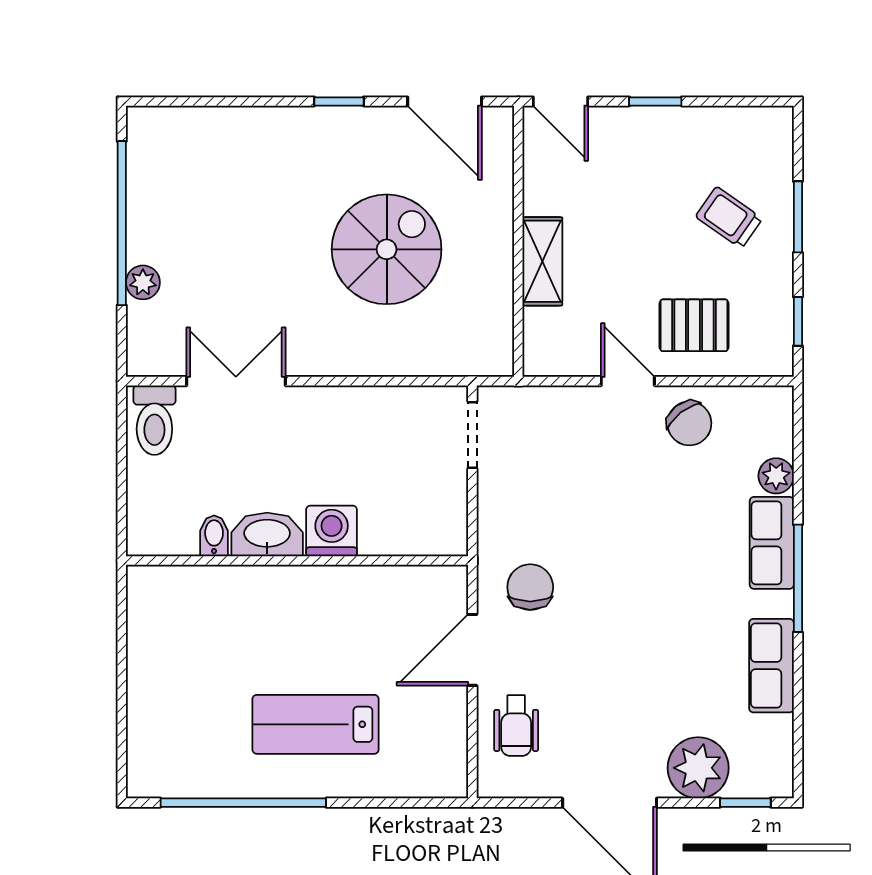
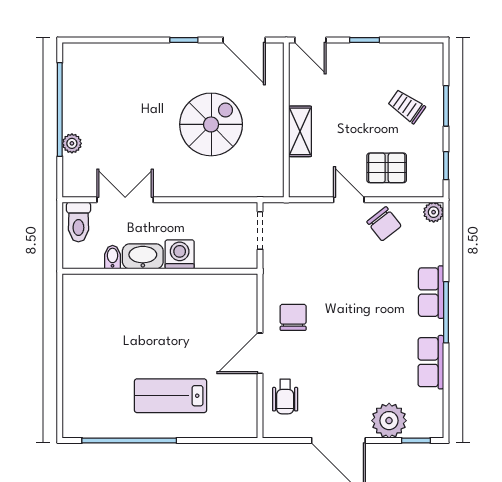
plant: (776, 476) -> (434, 212), moved
washing machine: (332, 531) -> (180, 254), moved
washbasin: (267, 535) -> (143, 256), moved
bidet: (214, 536) -> (113, 257), moved
wall: (297, 561) -> (160, 271), moved

